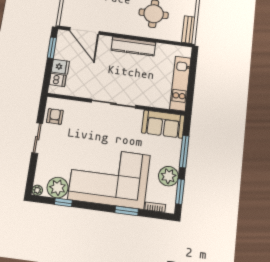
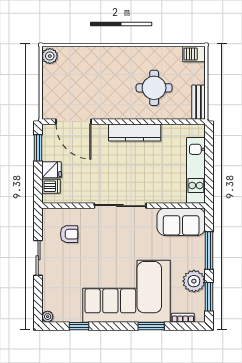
armchair: (55, 116) -> (69, 234), moved, turned 90
plant: (58, 188) -> (70, 311), removed

